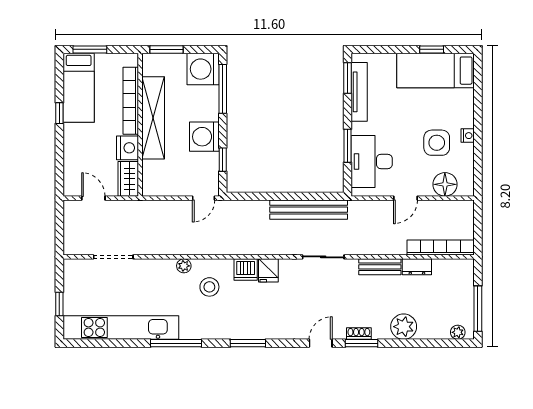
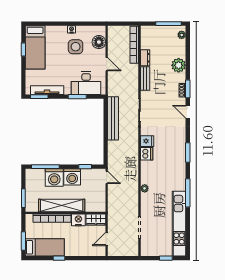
washing machine: (203, 69) -> (54, 178), moved
stool: (209, 287) -> (156, 174), removed

